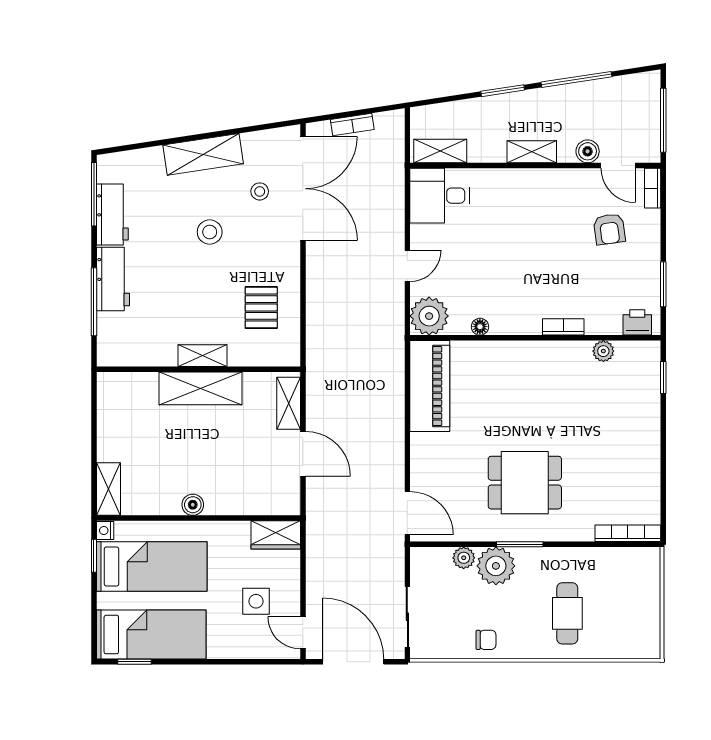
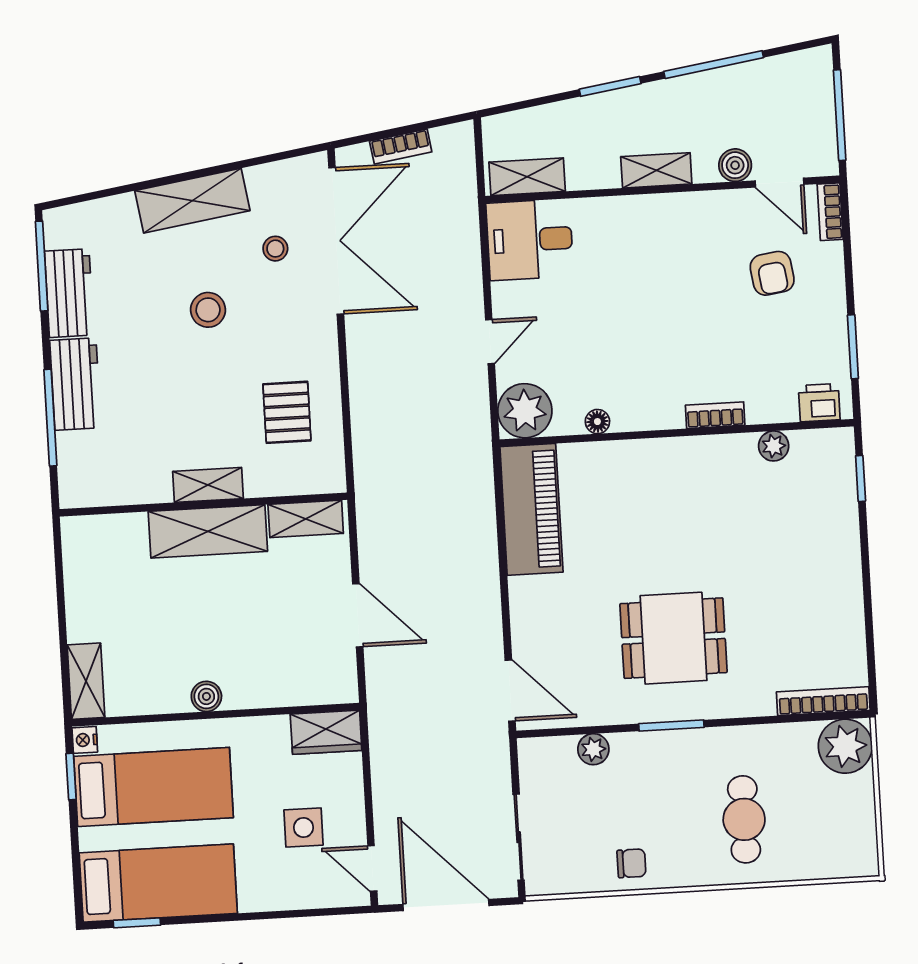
shelving: (289, 403) -> (306, 519), moved, turned 90
plant: (496, 566) -> (845, 746), moved

